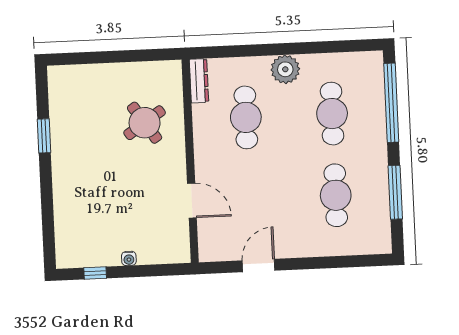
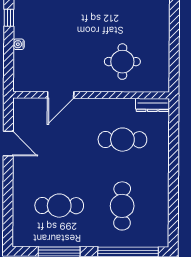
plant: (285, 69) -> (158, 172), removed
cafe table: (332, 114) -> (122, 206), turned 90
round table: (145, 123) -> (122, 62), turned 34

